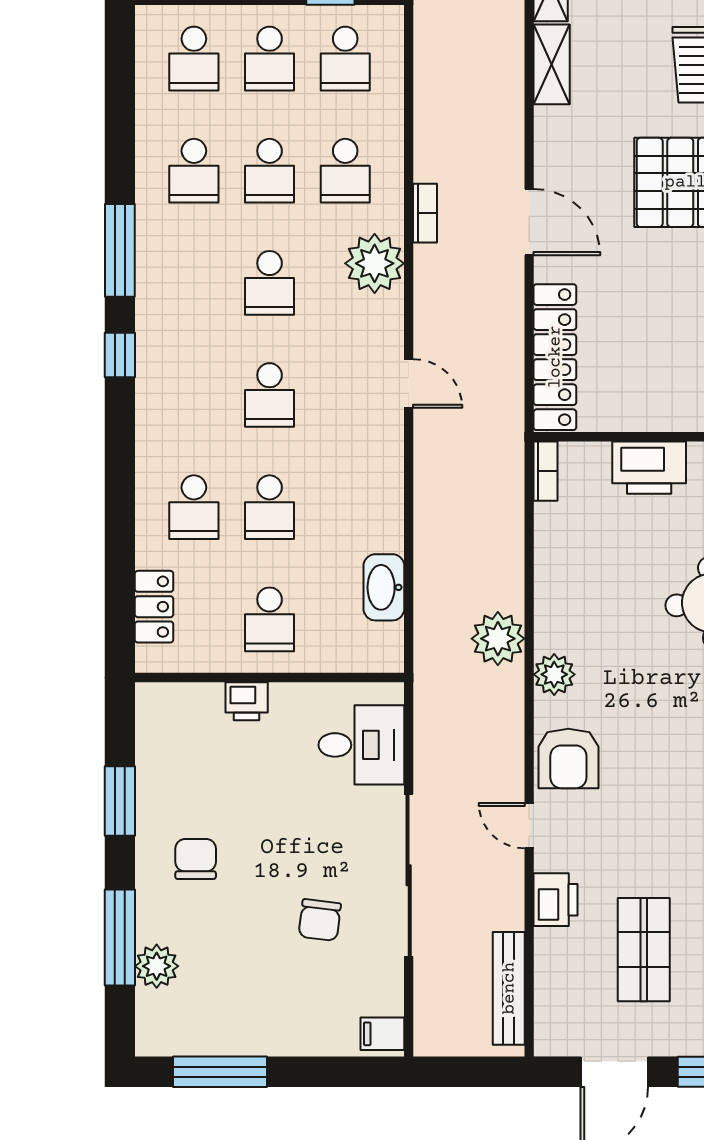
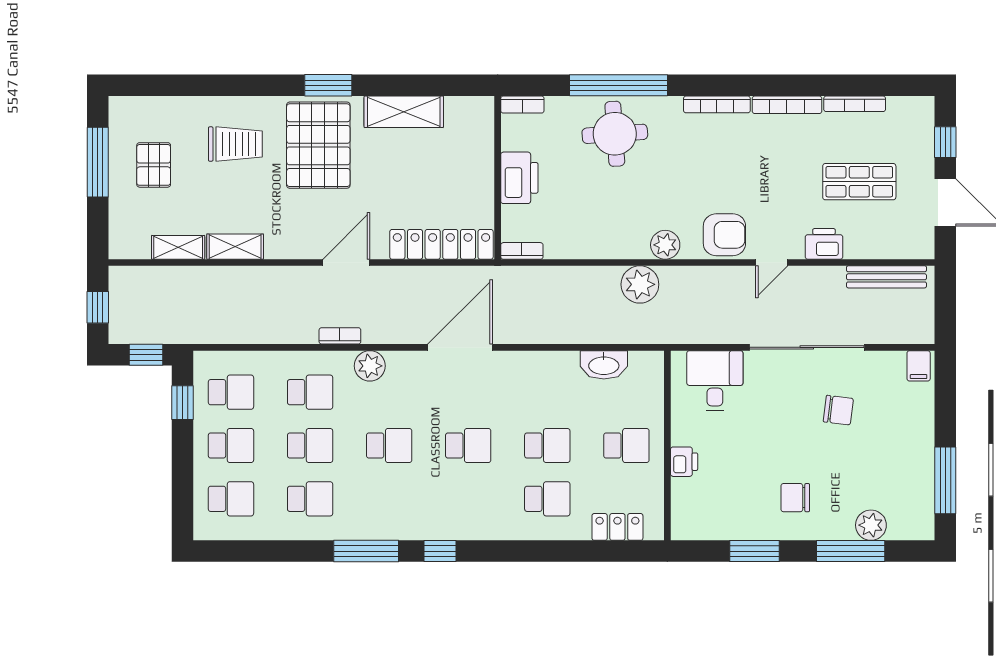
plant: (375, 263) -> (370, 366), width x0.73, depth x0.73
door: (409, 383) -> (460, 347), width x1.88

